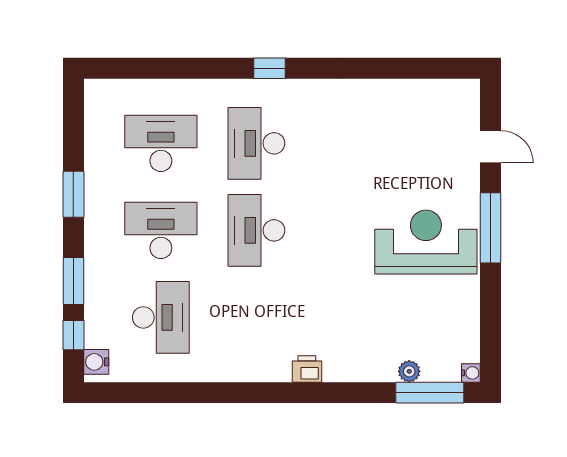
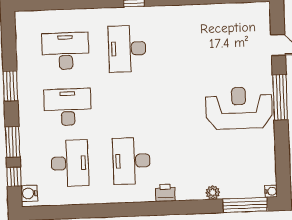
desk: (256, 230) -> (131, 161), moved
plant: (409, 371) -> (213, 193), moved

